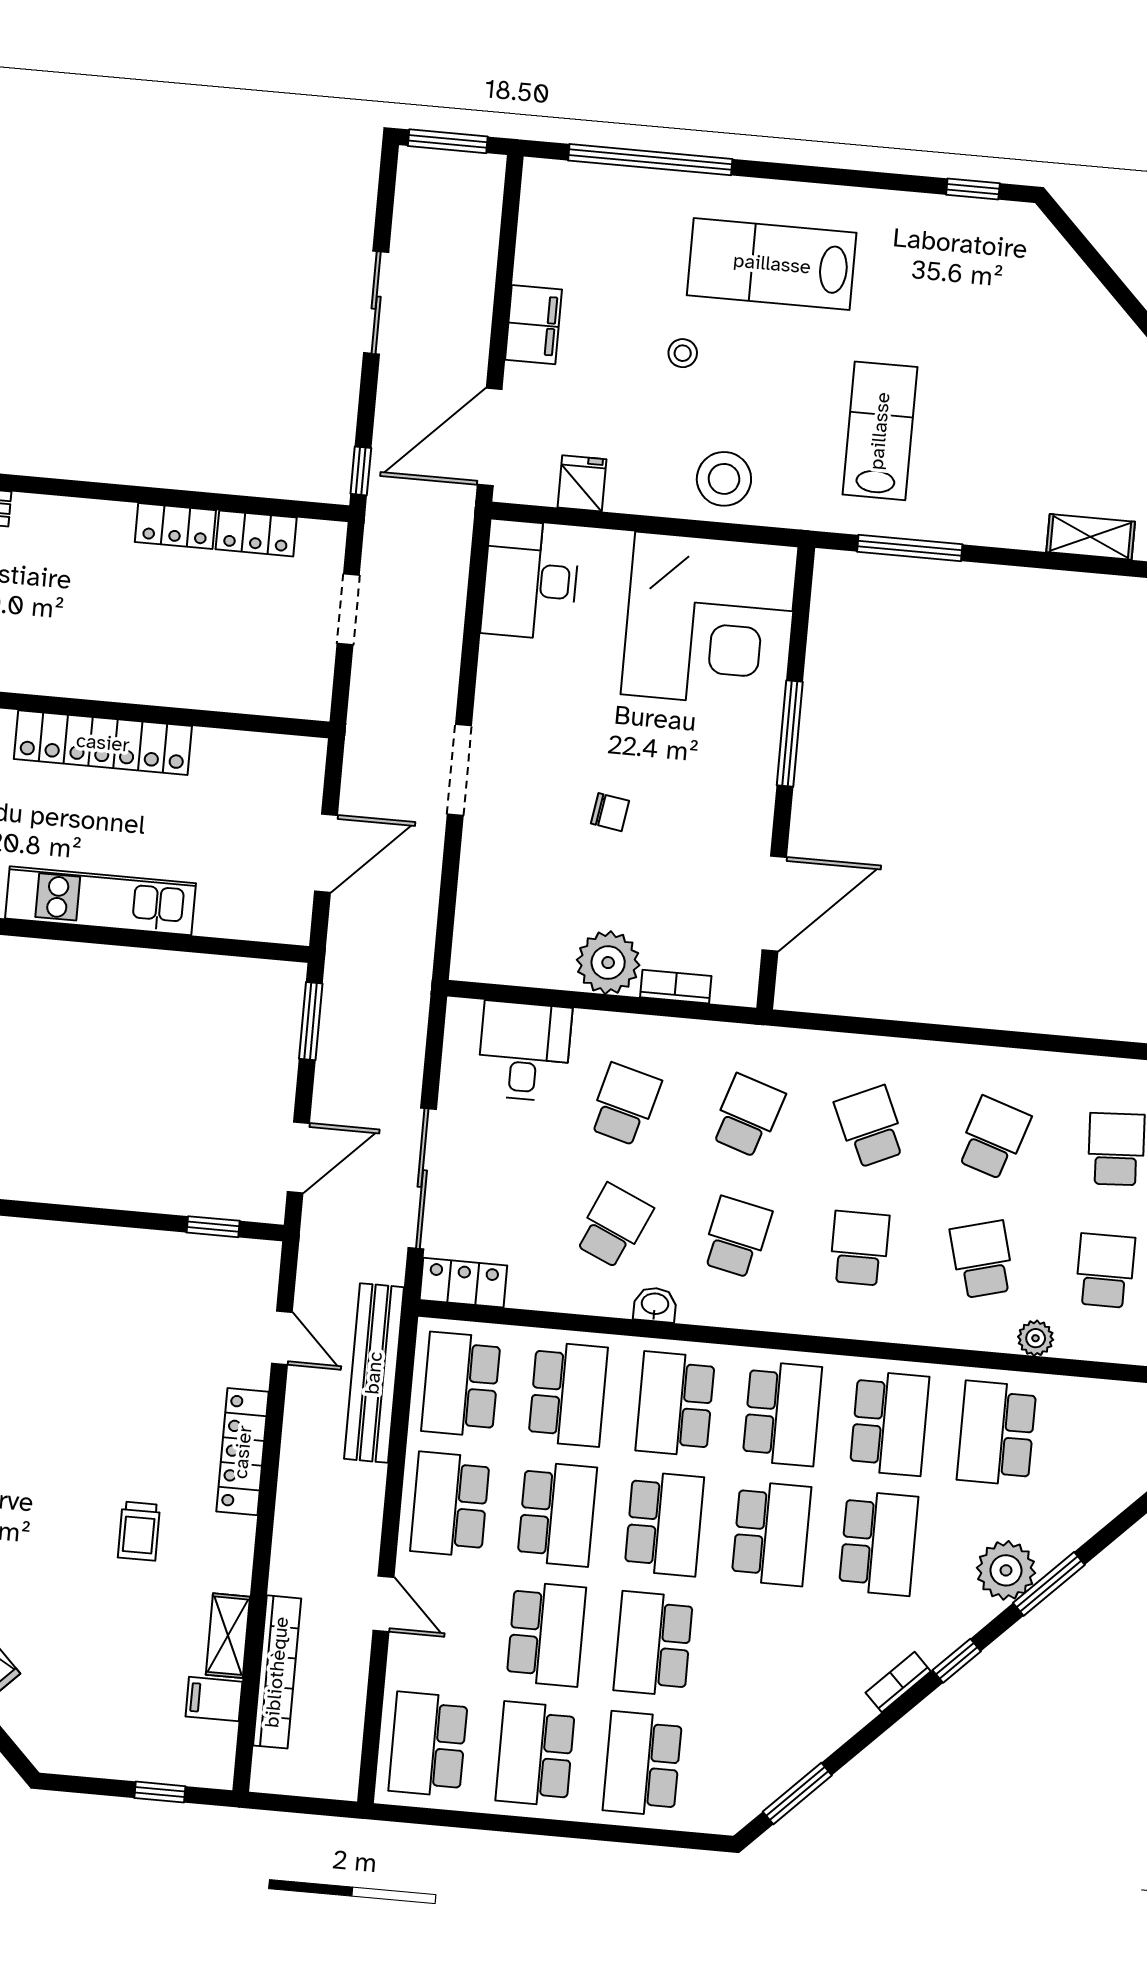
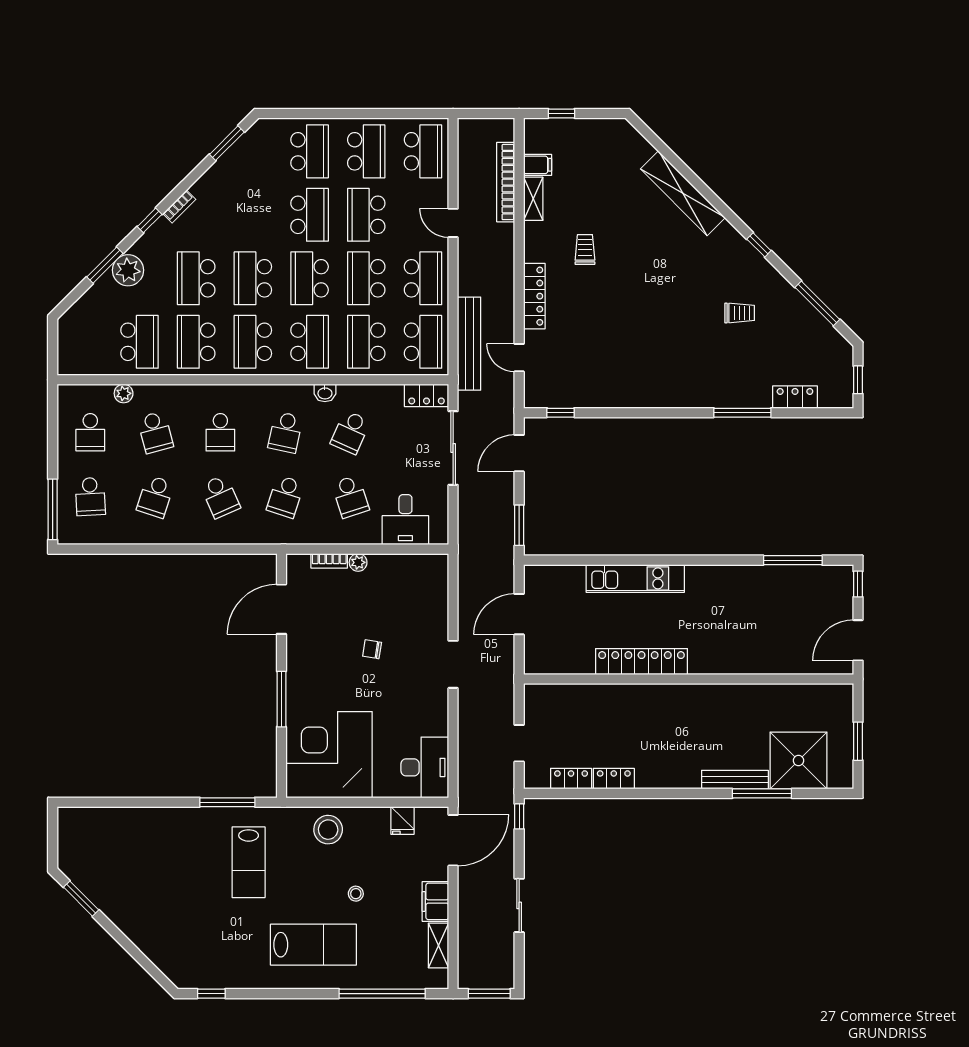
shelving: (1091, 537) -> (439, 946), moved, turned 90
plant: (608, 963) -> (358, 562), width x0.53, depth x0.53
school desk: (625, 1104) -> (350, 497), turned -33

